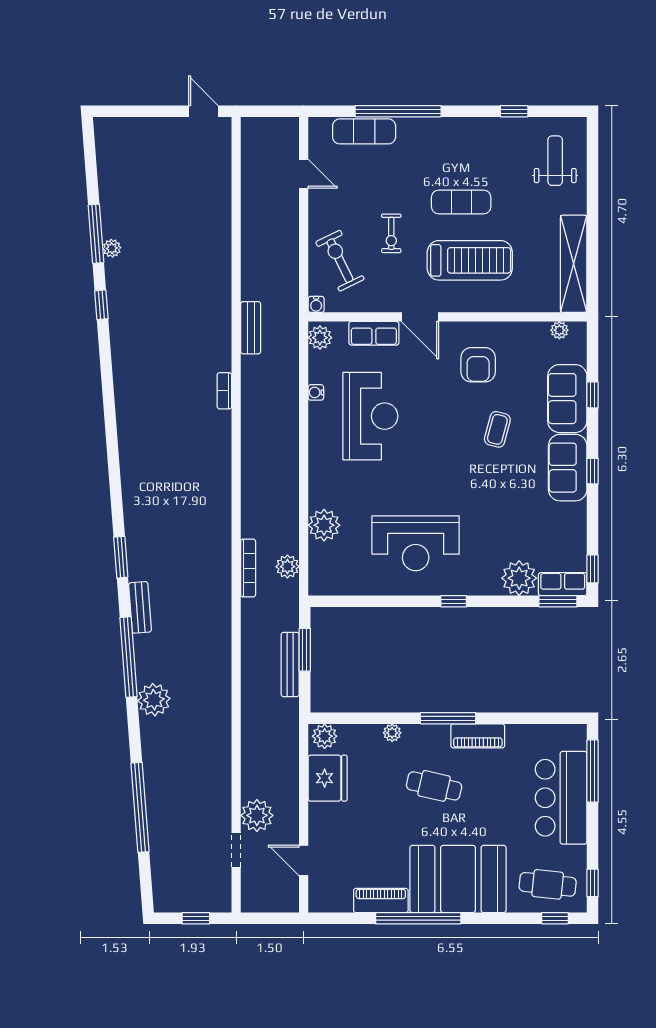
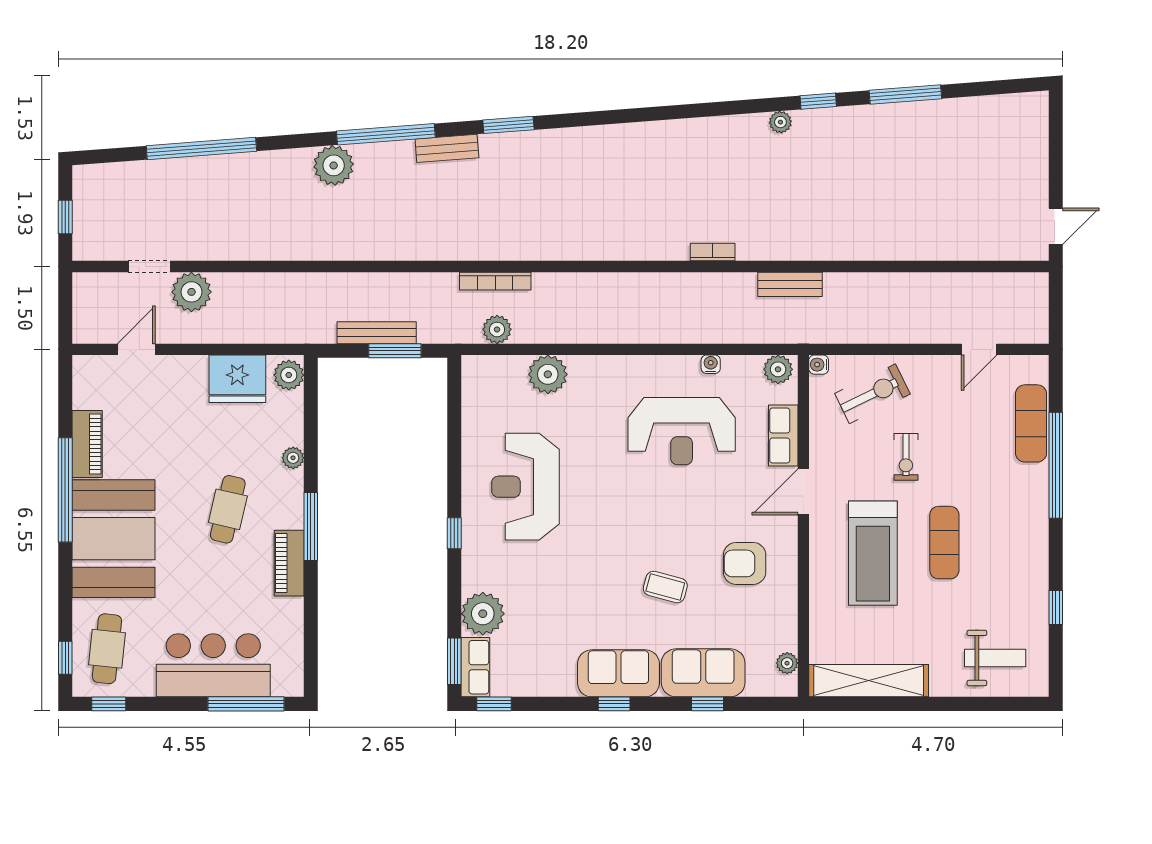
exercise bike: (391, 233) -> (906, 457), turned -90
plant: (112, 248) -> (780, 122), moved

